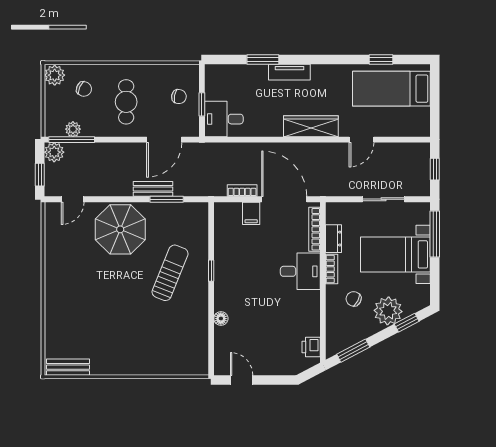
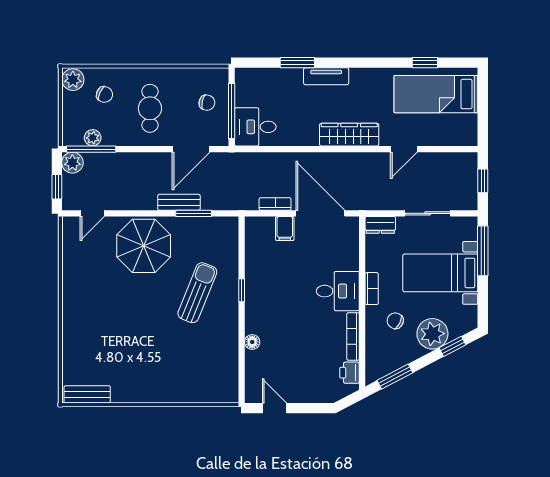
window: (202, 104) -> (232, 111), width x2.17
bookcase: (314, 229) -> (353, 336), moved
dresser: (334, 239) -> (380, 225), moved, turned 90

